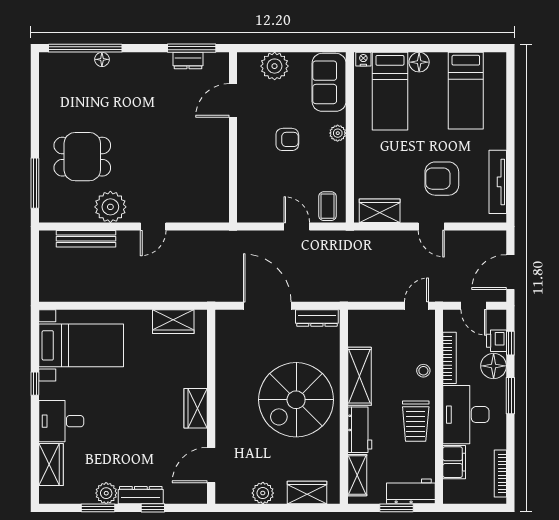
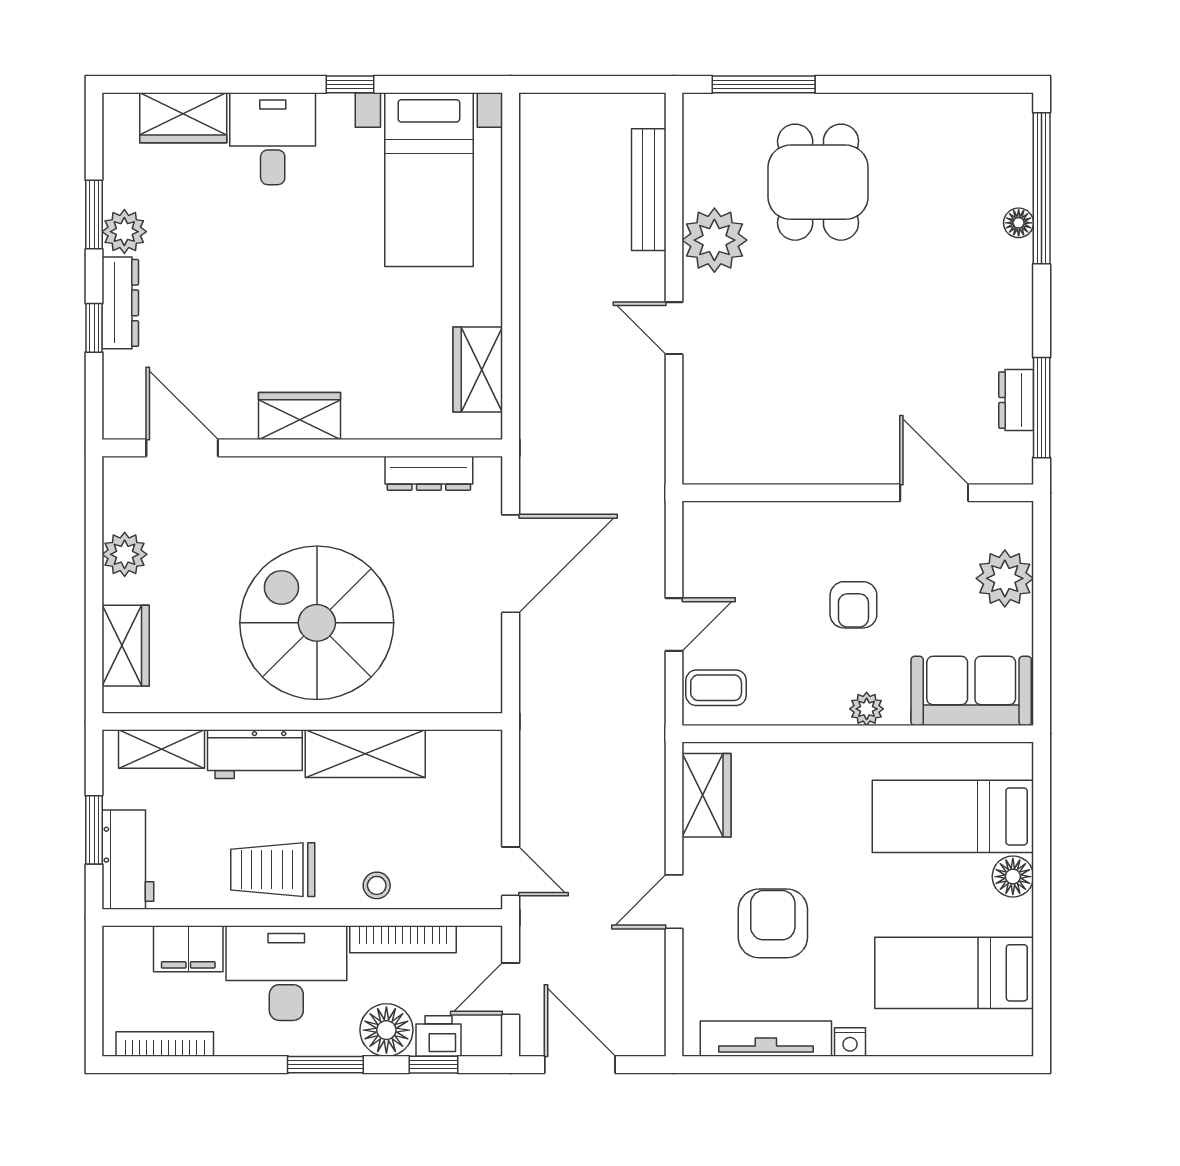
nightstand: (363, 59) -> (850, 1042), moved, turned 90
dresser: (317, 318) -> (429, 473), moved, turned -90

